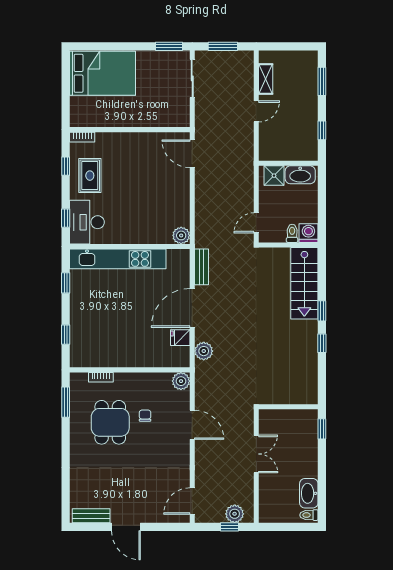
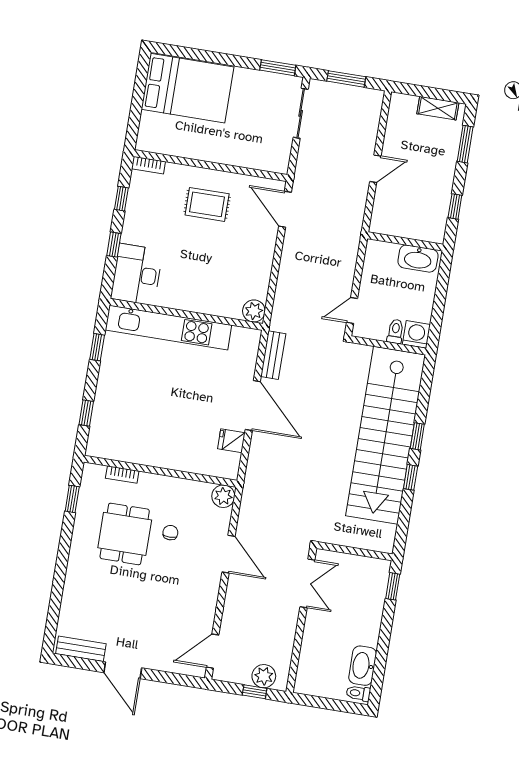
shelving: (266, 79) -> (438, 108), moved, turned 90
rug: (90, 176) -> (207, 204), moved, turned 90
shower: (274, 176) -> (384, 254), removed
window: (66, 218) -> (114, 245), moved
stairs: (304, 283) -> (386, 435), width x1.86, depth x1.51
door: (192, 308) -> (253, 405), swing flipped
plant: (204, 351) -> (258, 463), removed
window: (66, 402) -> (72, 499), width x0.67
double door: (256, 454) -> (307, 583), moved

